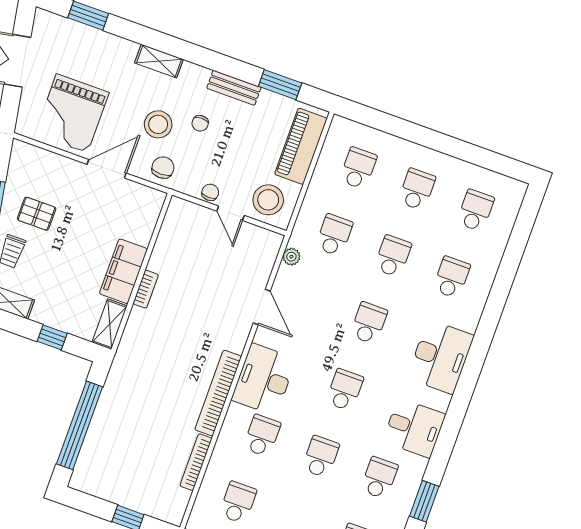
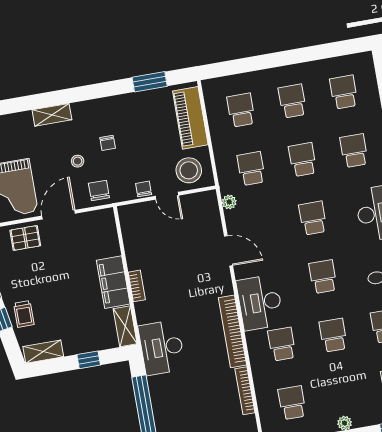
bench: (234, 88) -> (117, 103), removed
stool: (158, 124) -> (78, 161), width x0.53, depth x0.53
pallet: (37, 214) -> (25, 238), moved
desk: (135, 368) -> (162, 348), added

